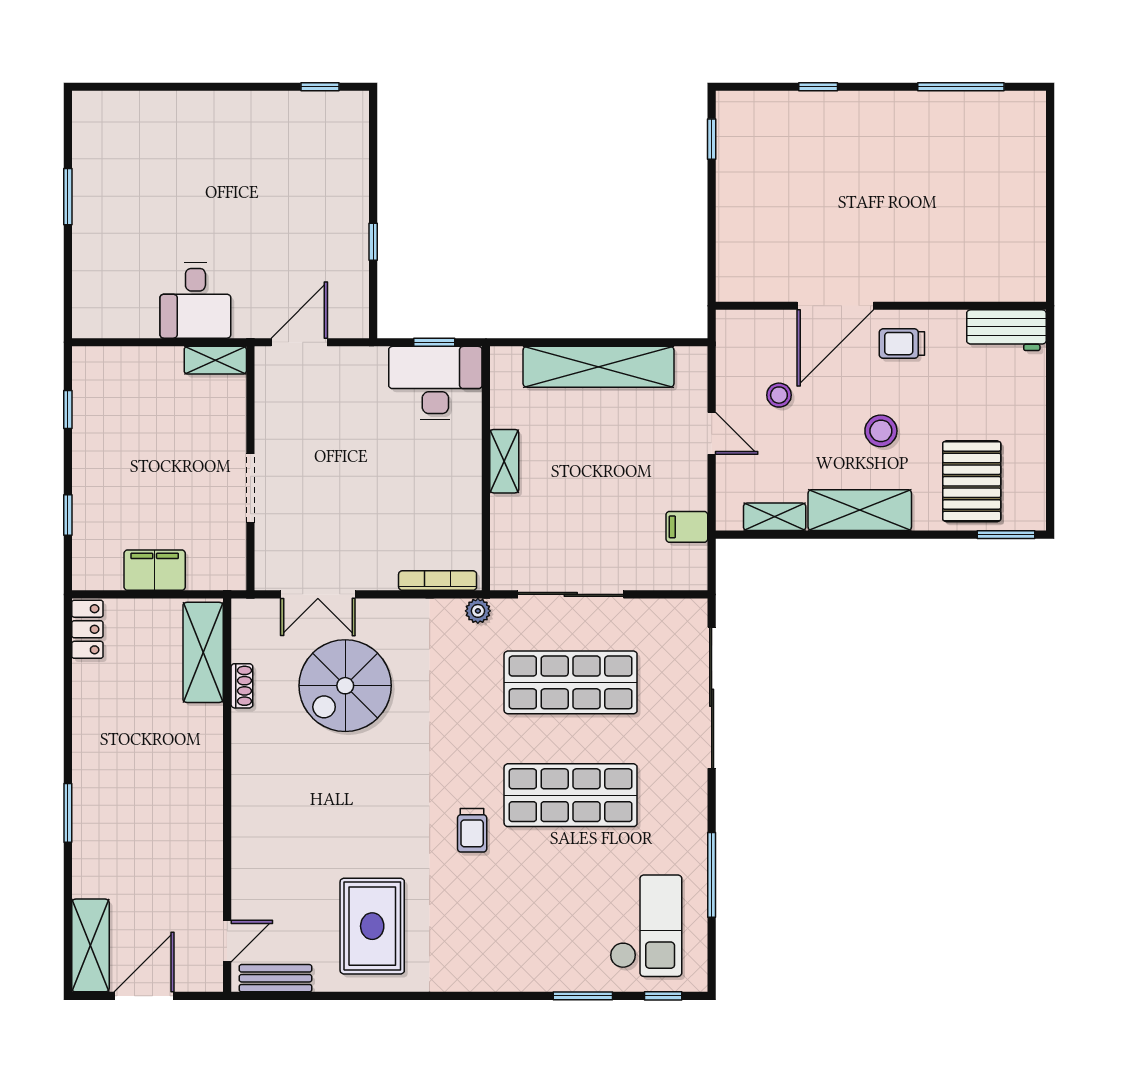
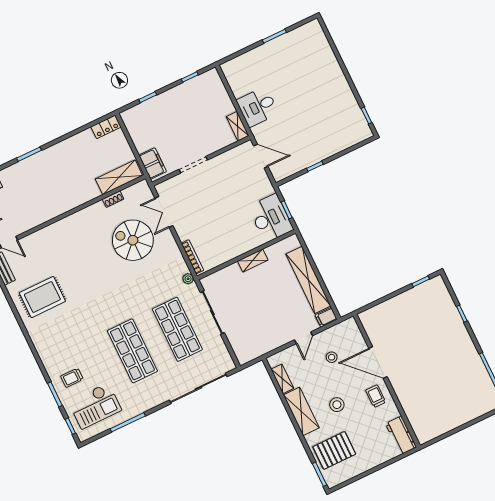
filing cabinet: (687, 527) -> (326, 317), moved, turned -90
filing cabinet: (155, 570) -> (153, 163), moved
trolley: (472, 830) -> (72, 378), moved

